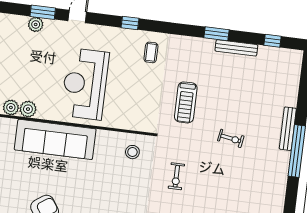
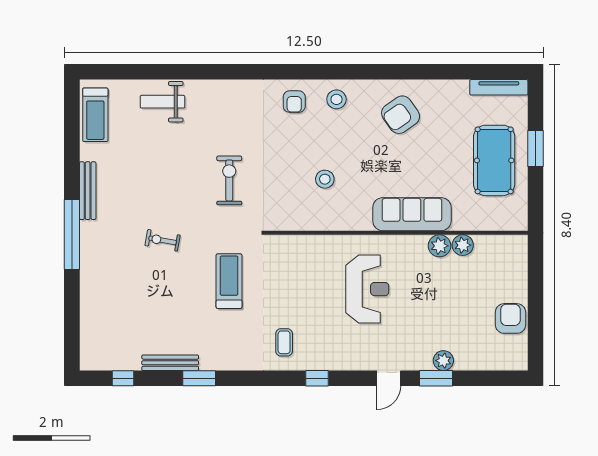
reception desk: (85, 84) -> (367, 289), width x0.74, depth x0.77
bench: (288, 129) -> (88, 191), moved
sofa: (55, 139) -> (412, 214), width x0.74, depth x0.79
stool: (132, 152) -> (325, 179), moved
exercise bike: (176, 176) -> (229, 180), width x1.38, depth x1.39

